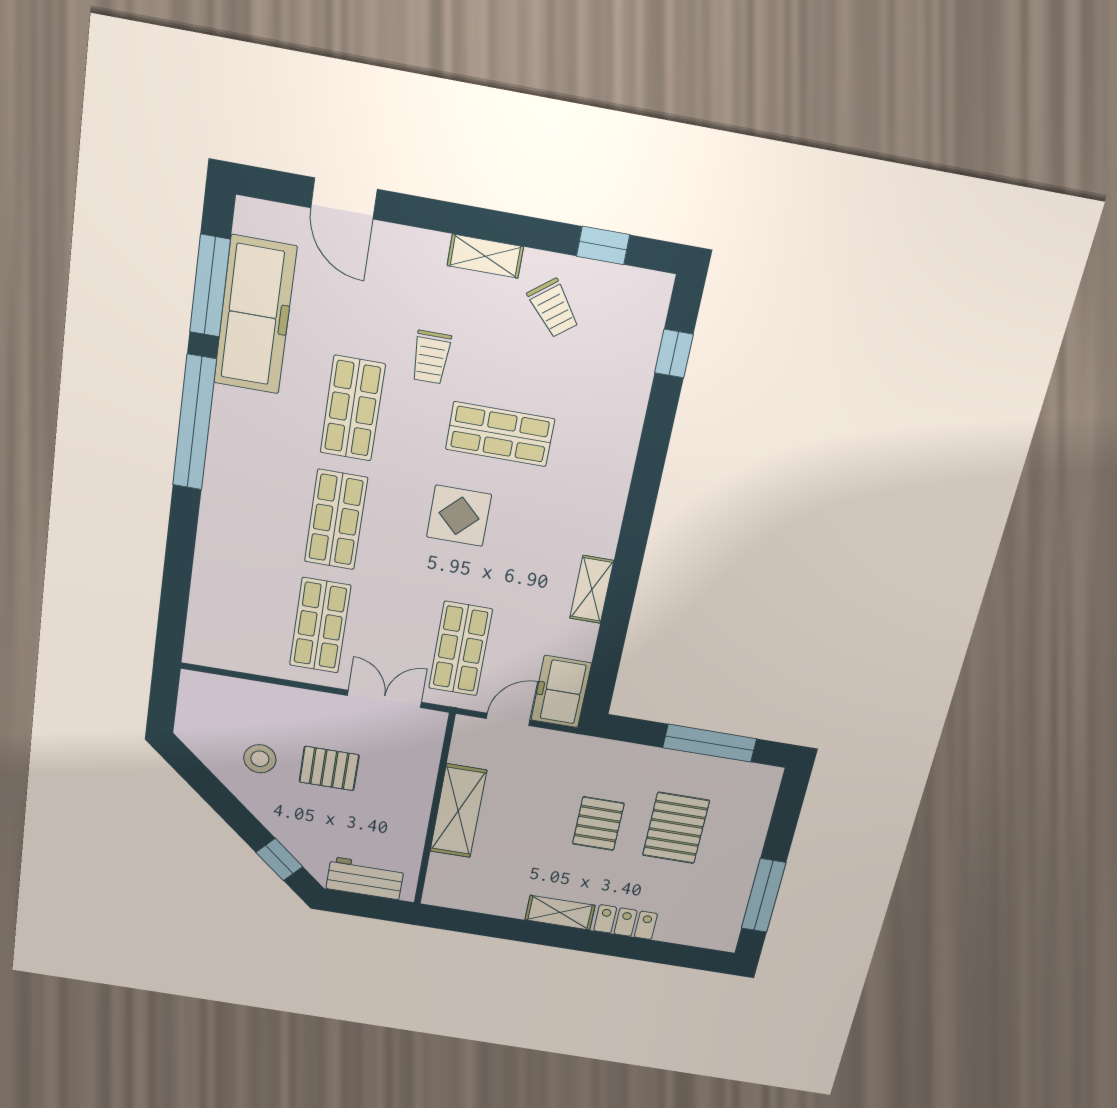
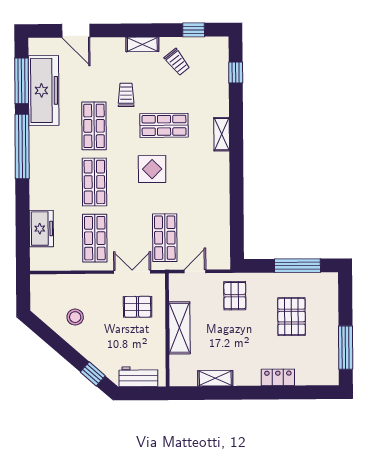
trolley: (431, 357) -> (126, 95), turned 180
shelving: (592, 589) -> (222, 134), moved
freezer: (561, 691) -> (41, 229), moved, turned 180
pallet: (329, 768) -> (138, 307), moved
pallet: (598, 824) -> (235, 296), moved
shelving: (560, 913) -> (215, 378), moved

